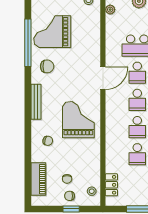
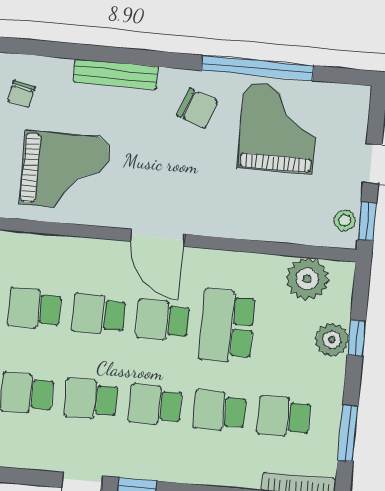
plant: (110, 10) -> (307, 279), width x1.88, depth x1.88
chair: (47, 66) -> (197, 108), turned -70

